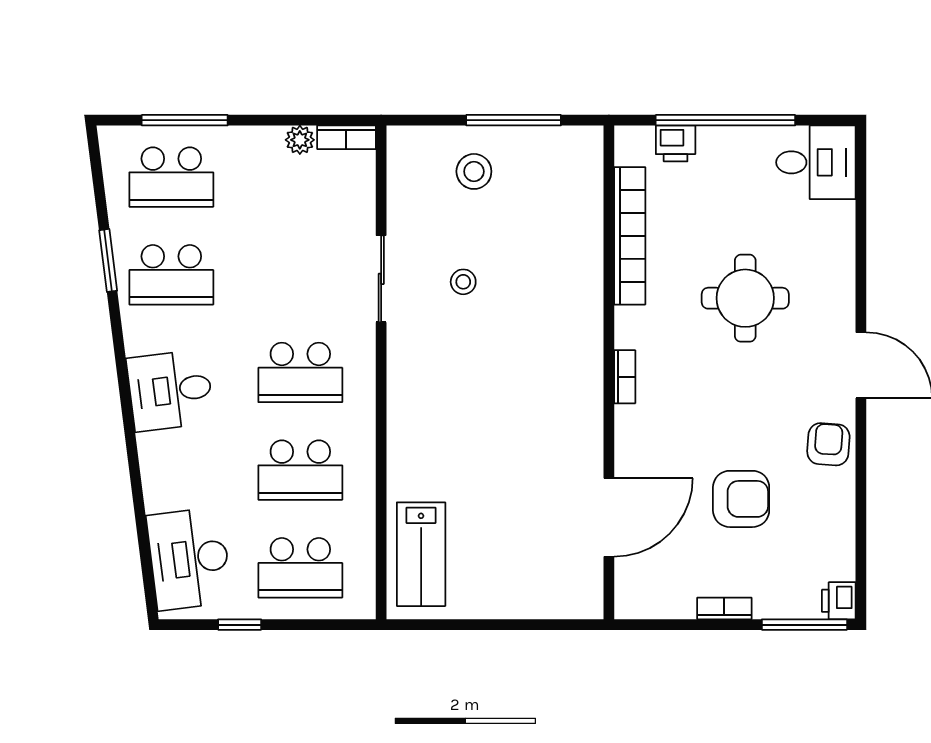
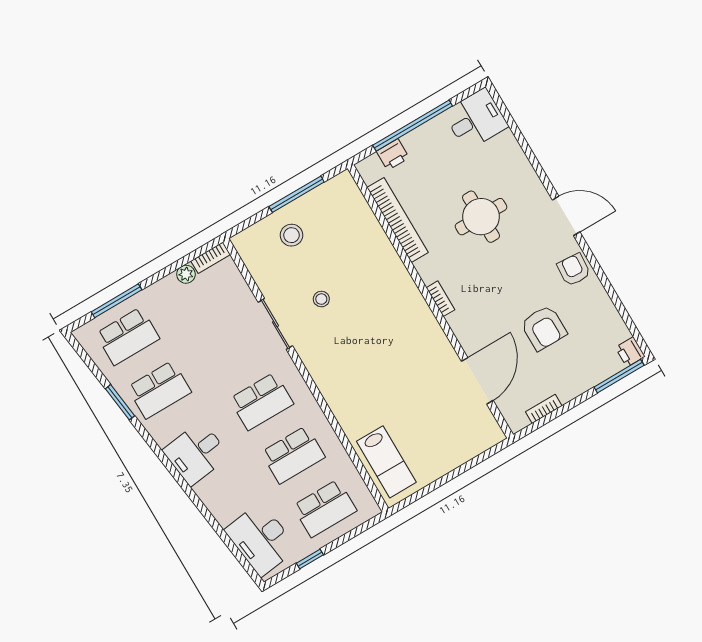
armchair: (741, 499) -> (544, 328), turned 90
bookcase: (724, 608) -> (544, 409), moved

